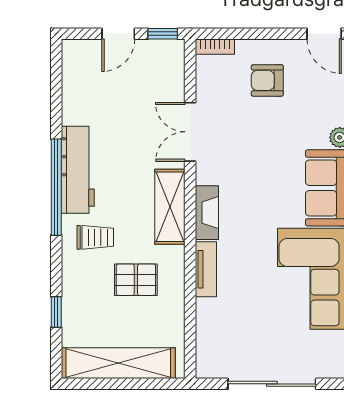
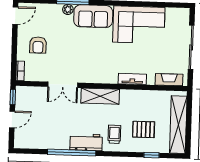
door: (118, 34) -> (12, 119), hinge flipped
workbench: (78, 170) -> (86, 142), width x0.73
window: (56, 187) -> (72, 153), moved
fireplace: (207, 213) -> (169, 80), moved
pallet: (136, 280) -> (144, 129), moved, turned 90

